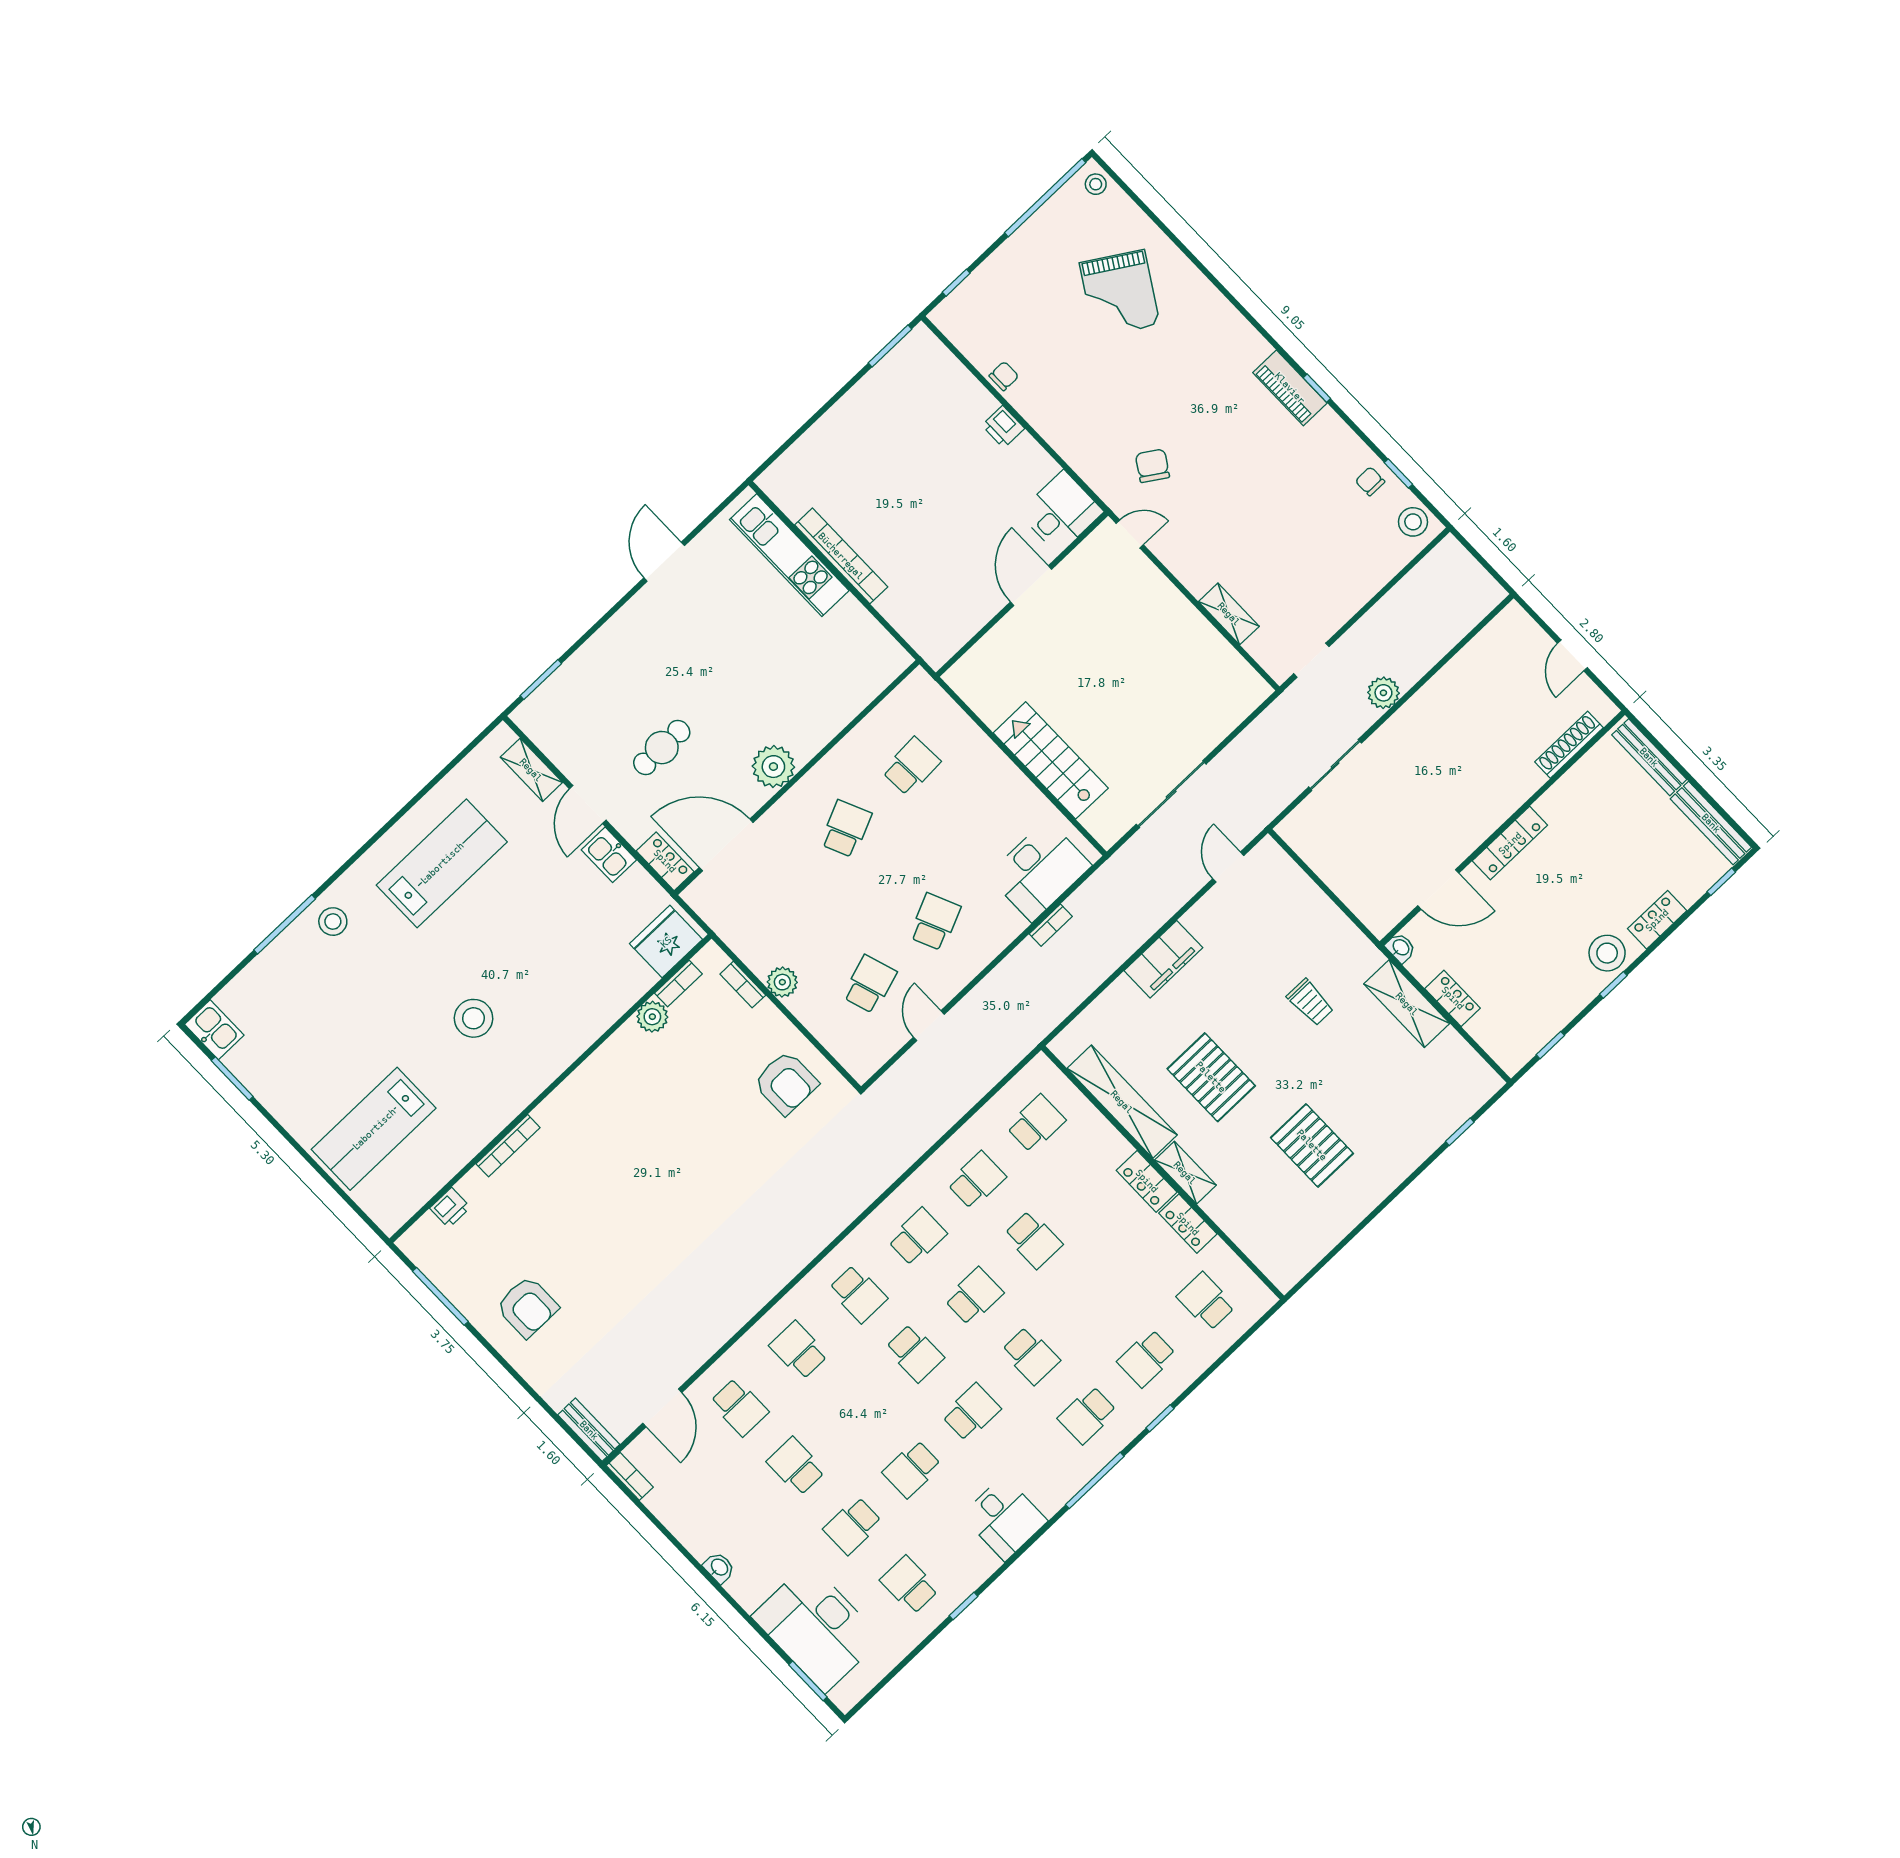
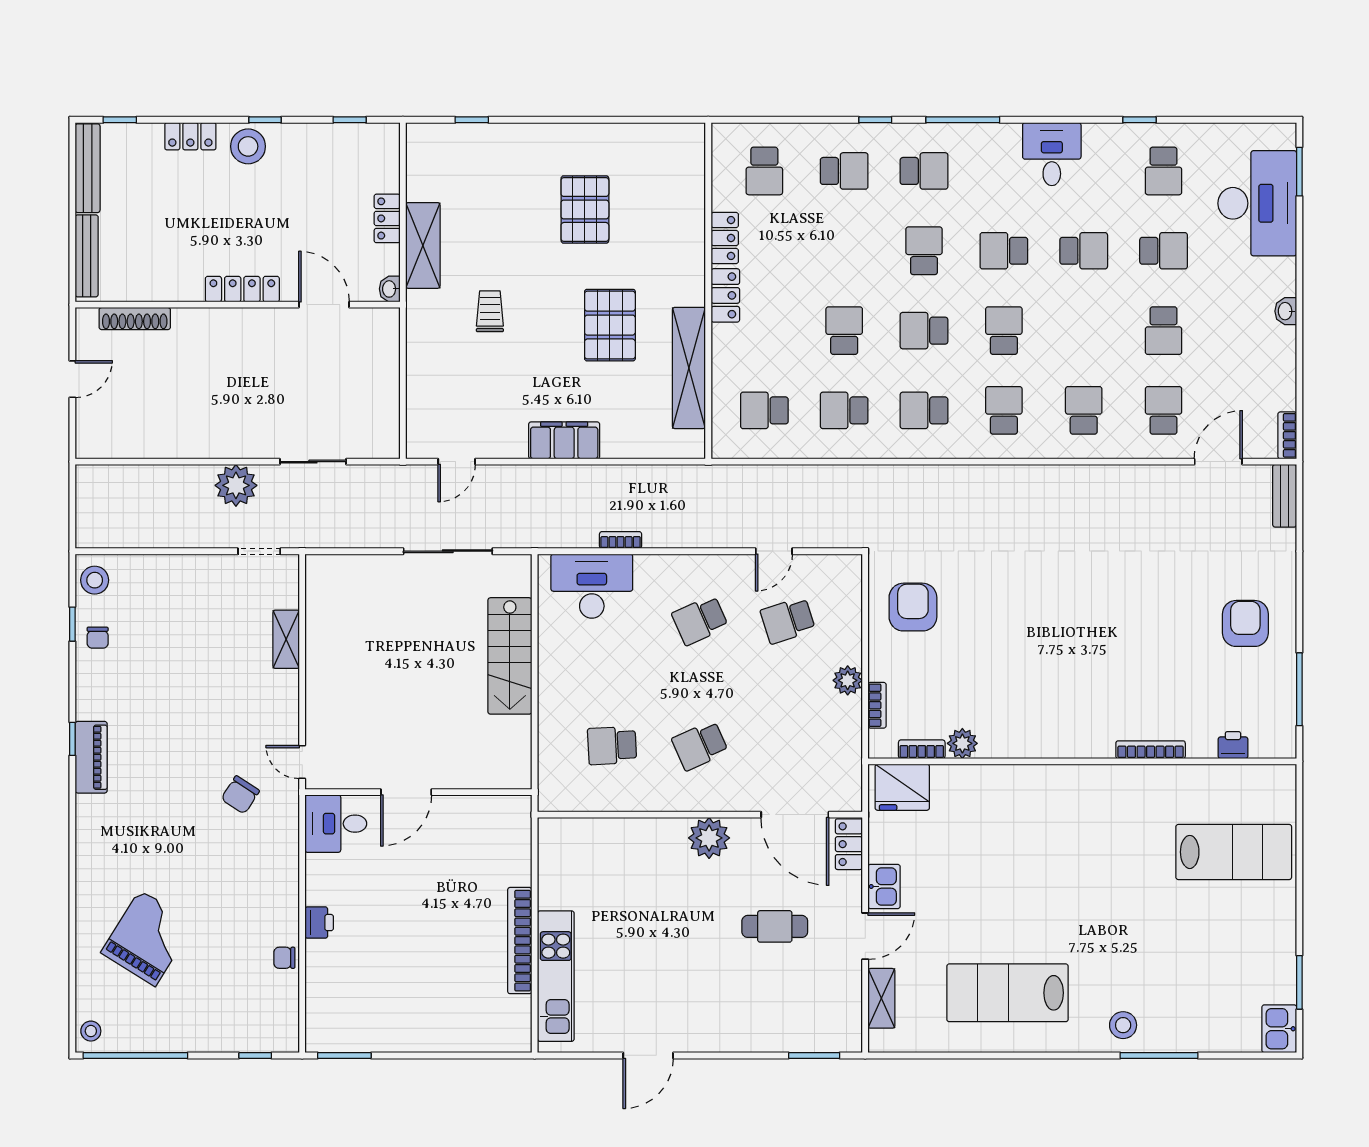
plant: (1383, 693) -> (236, 485), width x1.36, depth x1.36
stool: (473, 1018) -> (1089, 863), removed
shelving: (1185, 1173) -> (692, 275), removed
school desk: (799, 1350) -> (1084, 410), turned 180

